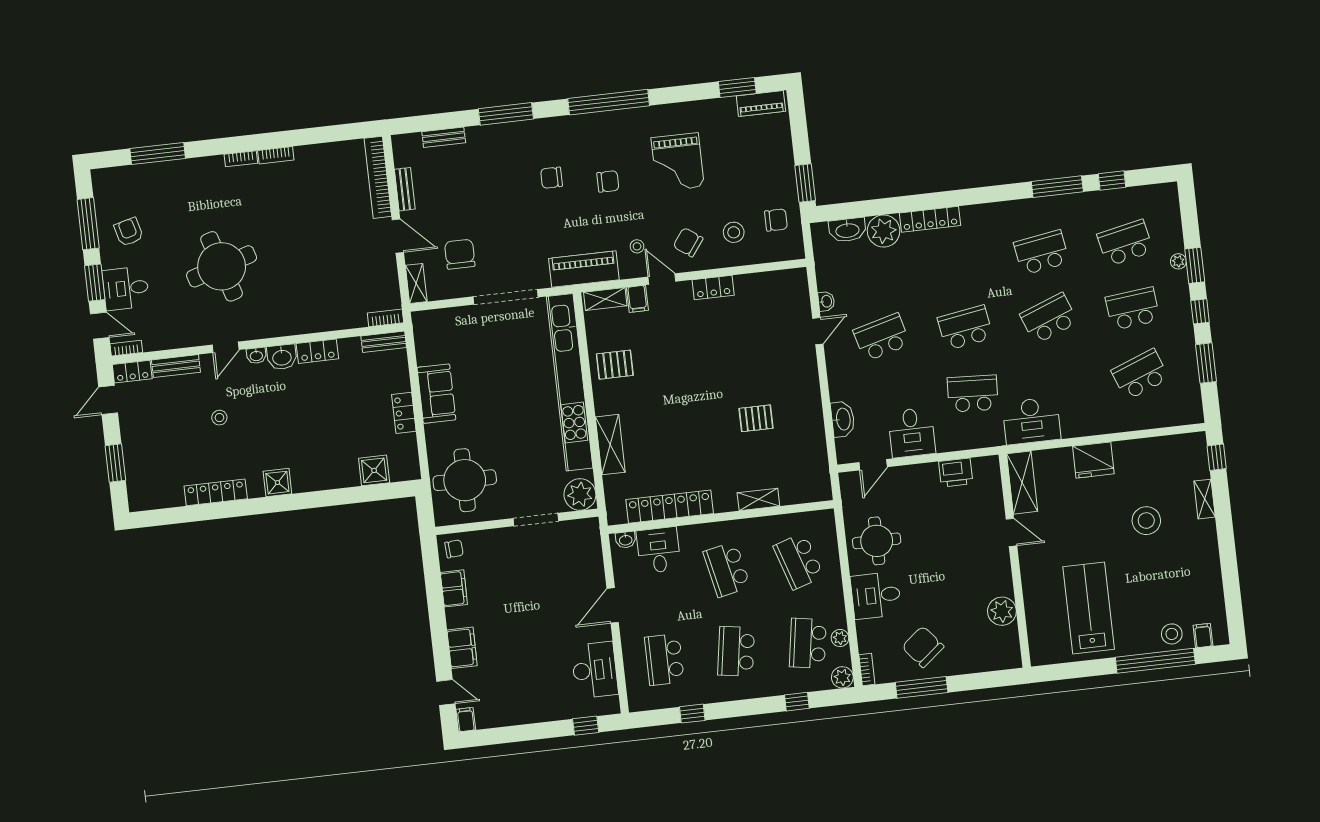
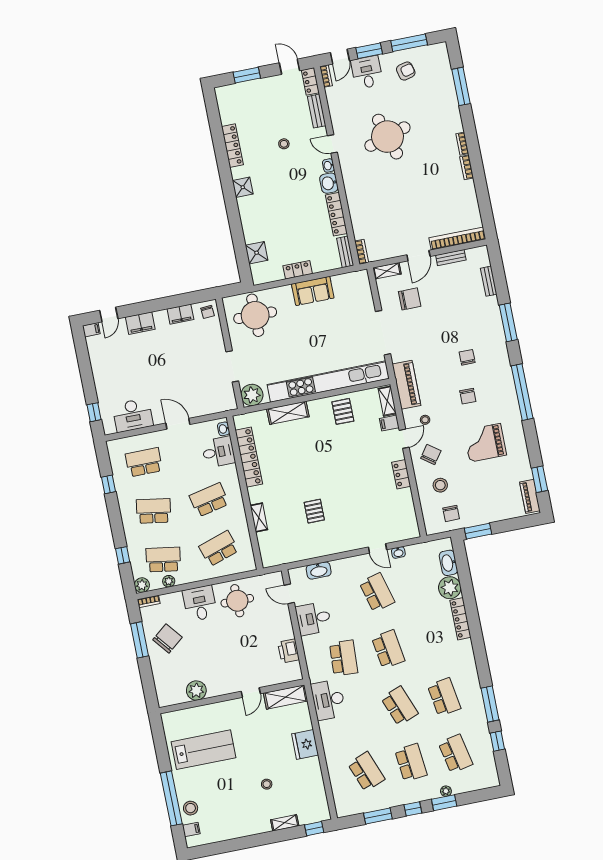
locker: (317, 351) -> (336, 214), width x1.53
stool: (1146, 521) -> (267, 784), width x0.53, depth x0.53

